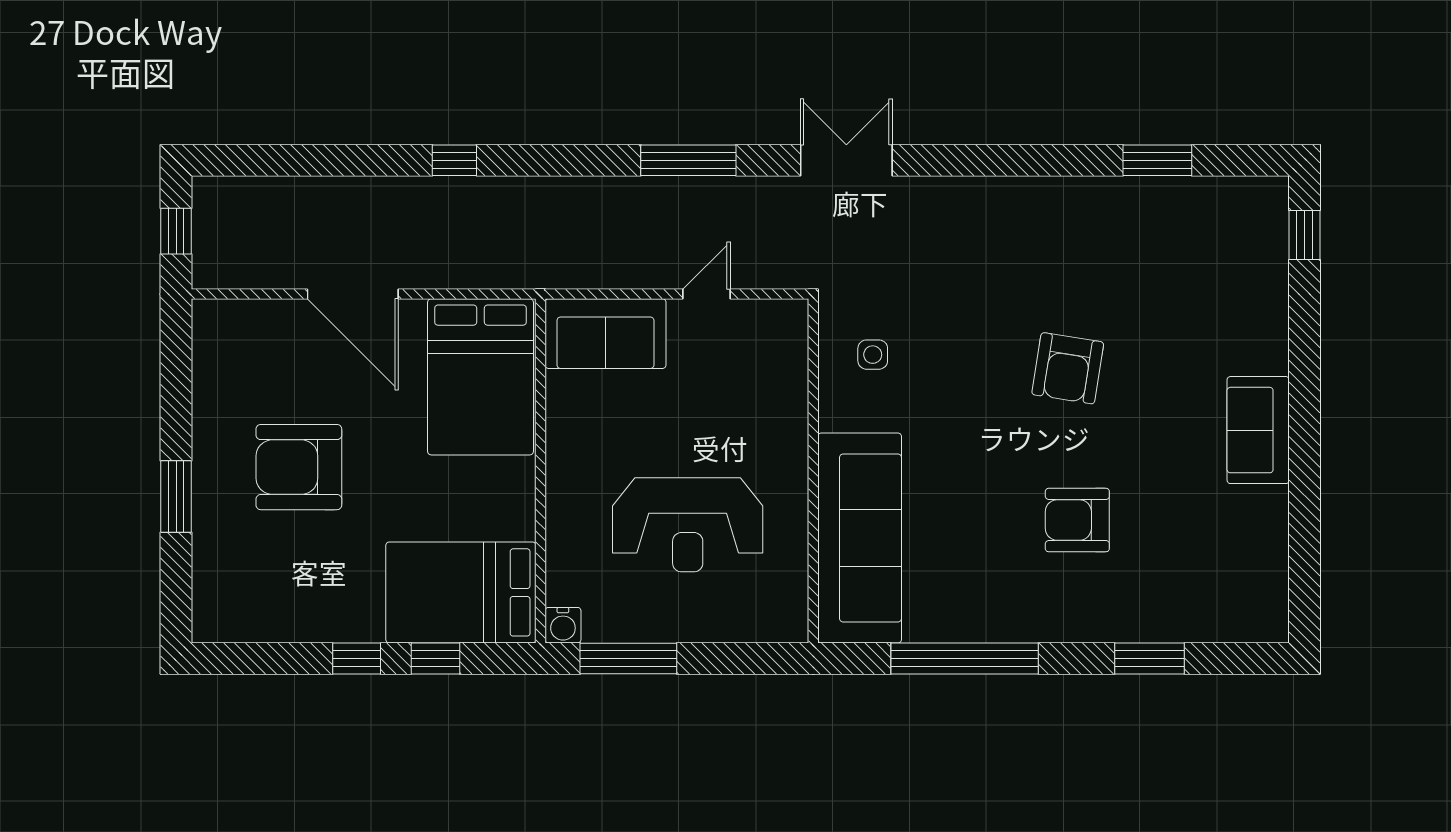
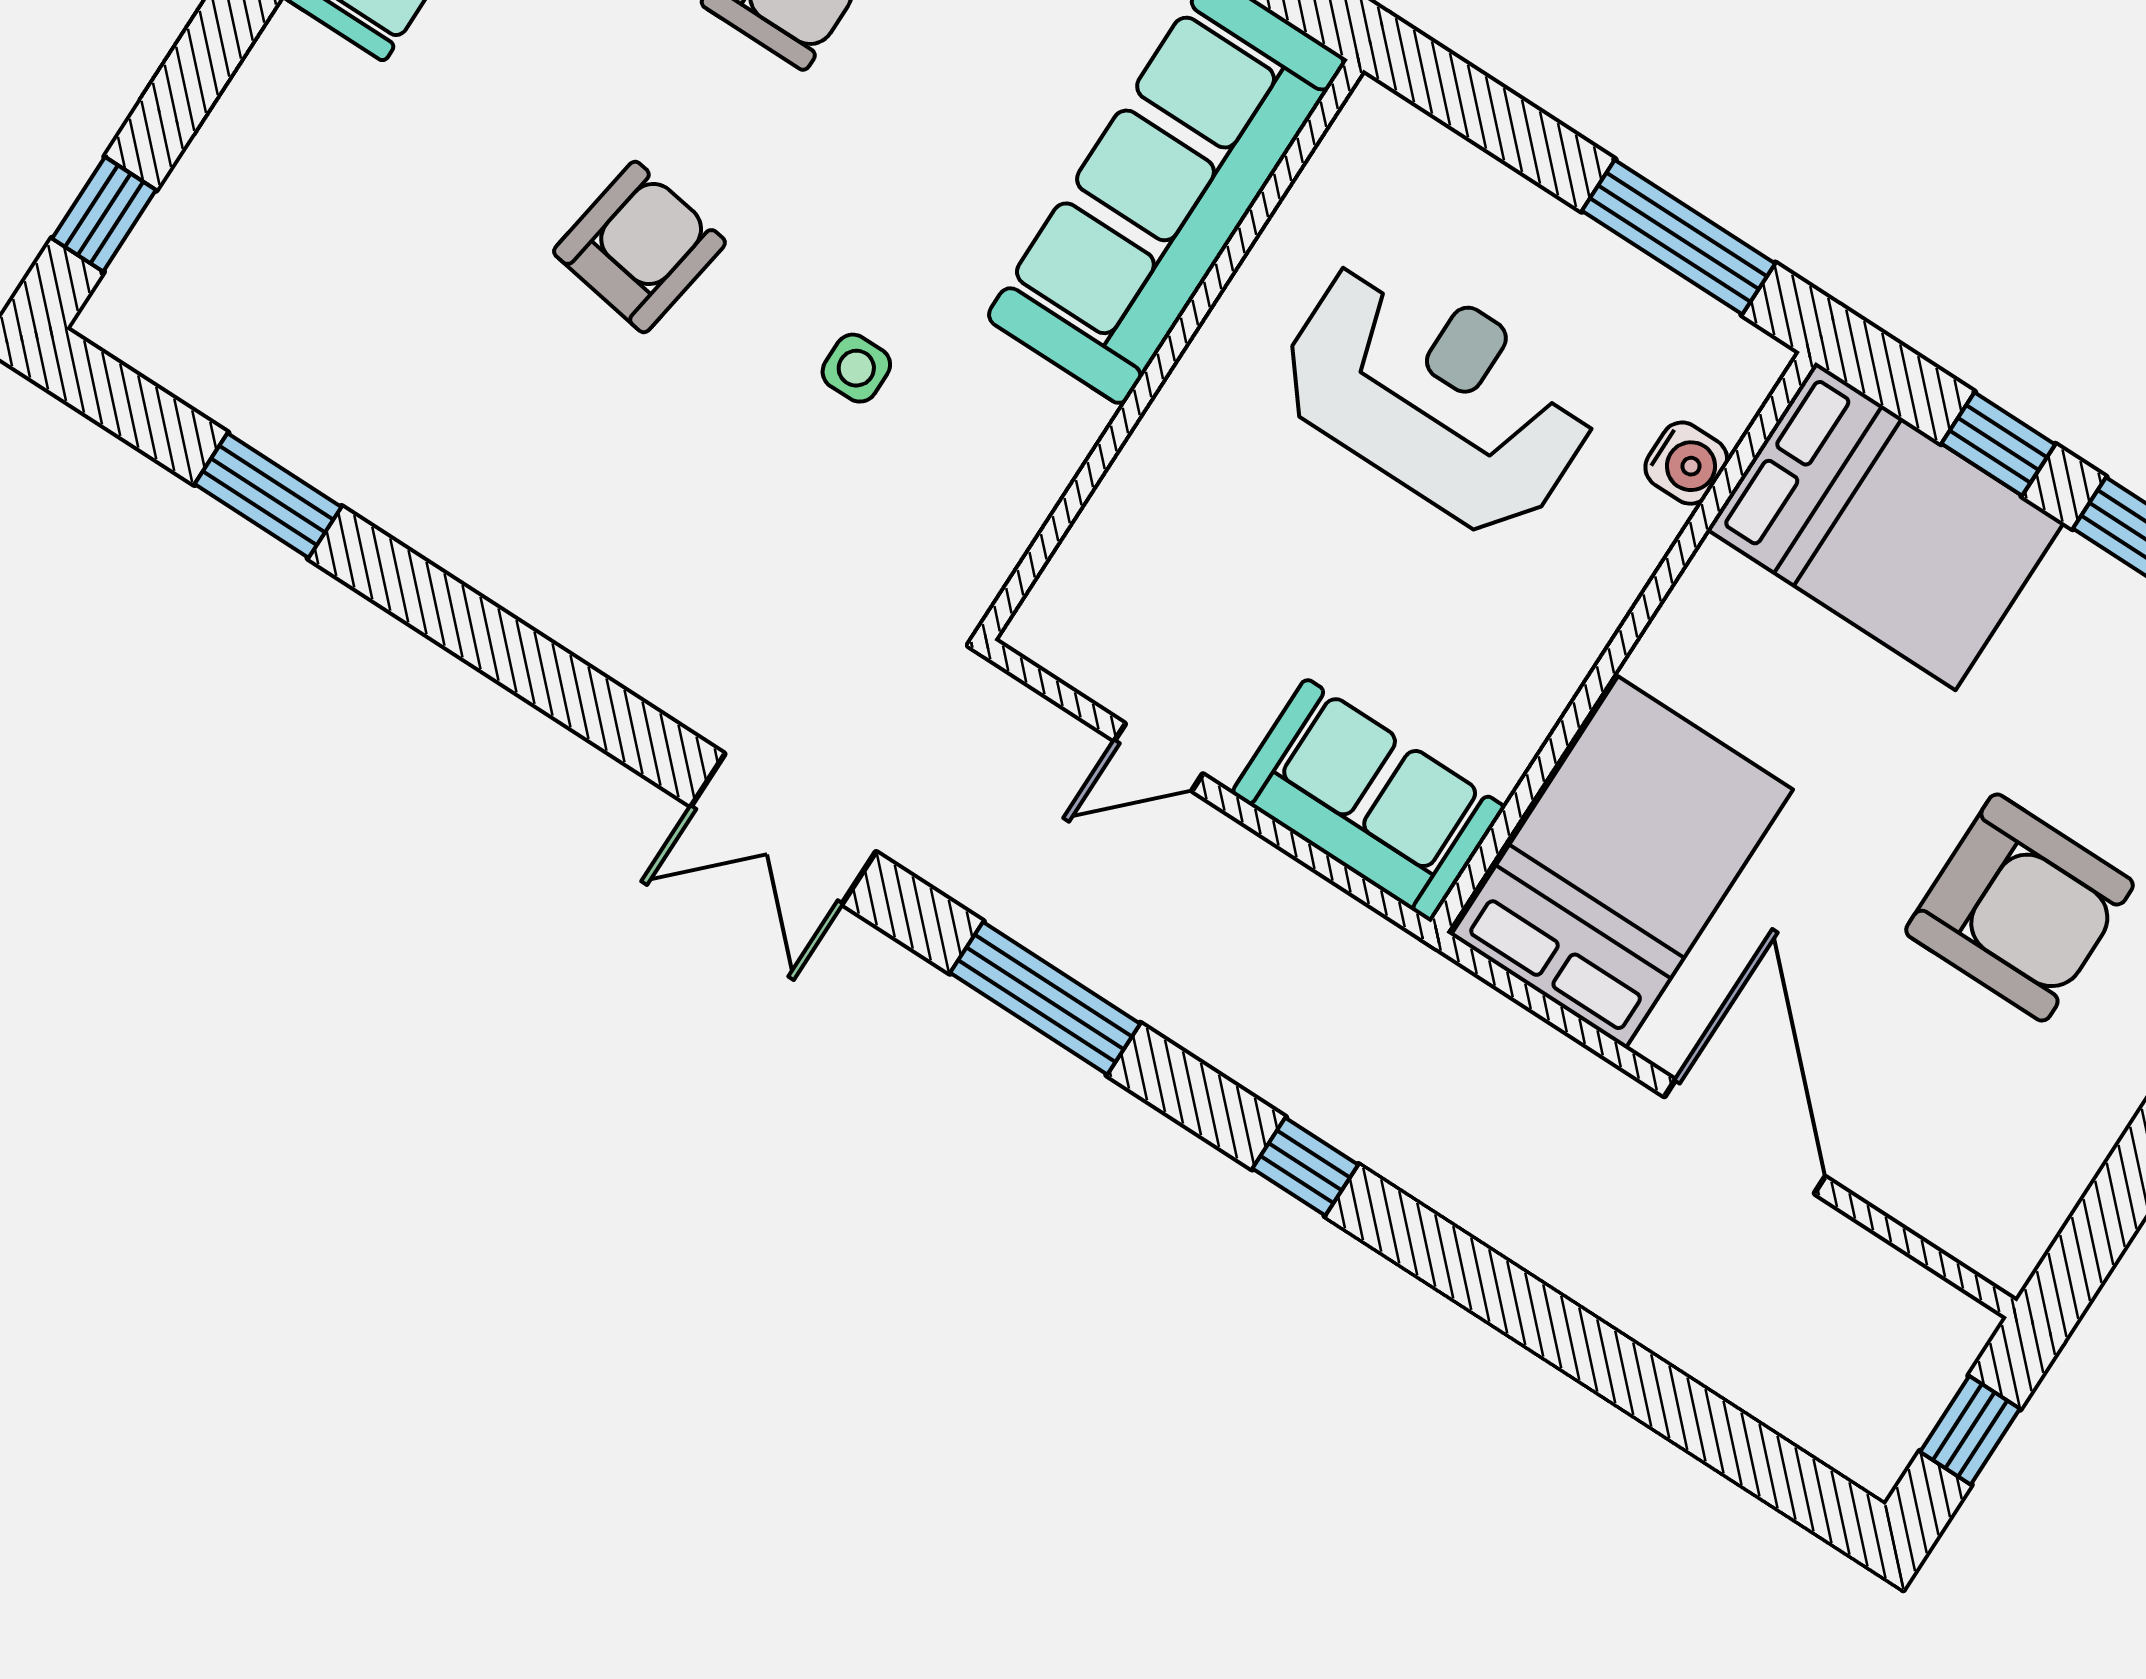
window: (454, 160) -> (1305, 1167), moved
side table: (873, 355) -> (856, 368), moved
water cooler: (563, 625) -> (1686, 463), moved, turned 90

